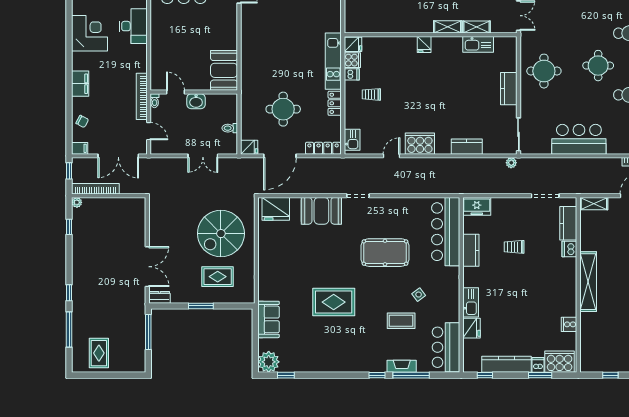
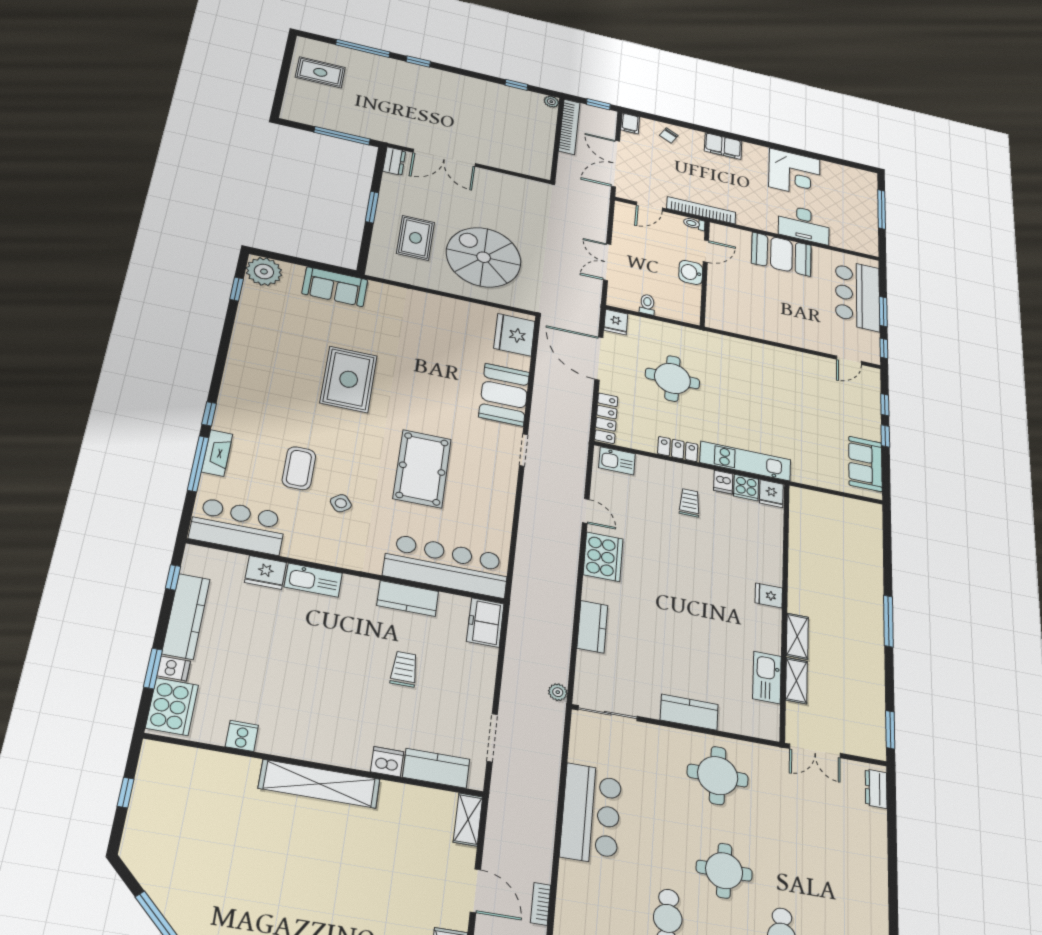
booth: (224, 70) -> (781, 254), moved

